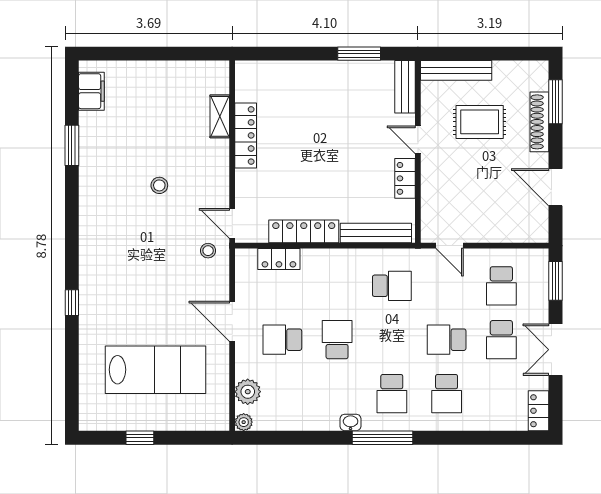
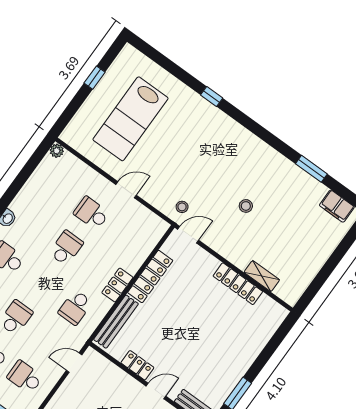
locker: (279, 259) -> (117, 285), moved
door: (232, 321) -> (126, 190), width x0.73
school desk: (282, 340) -> (91, 213), turned -90
school desk: (337, 340) -> (66, 248), turned -90
plant: (248, 392) -> (74, 167), removed

